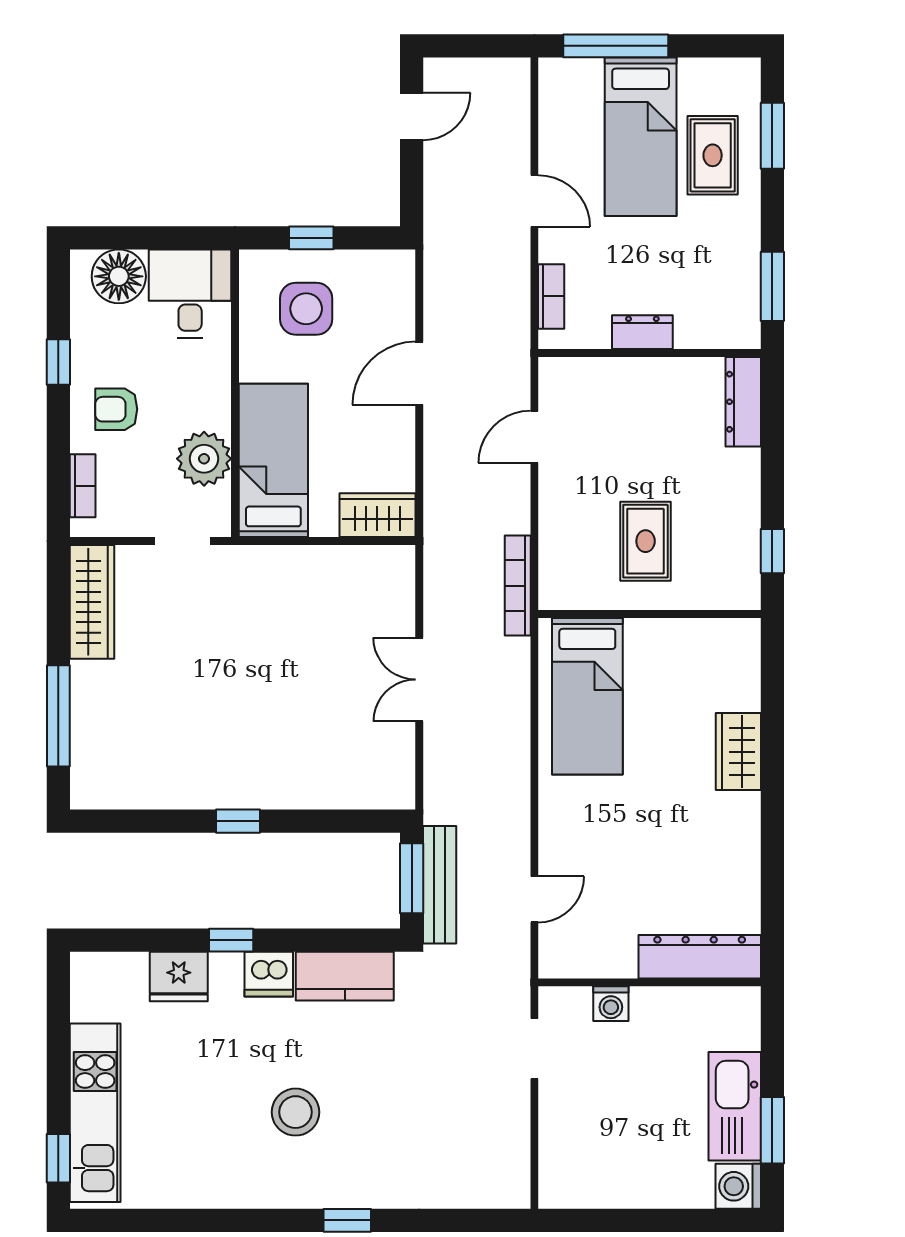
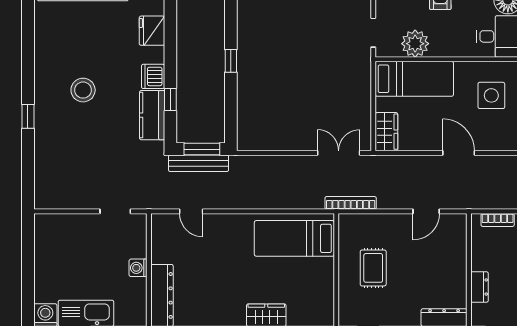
dresser: (642, 332) -> (479, 287), moved
door: (534, 437) -> (426, 211), swing flipped
rug: (646, 541) -> (373, 268), turned 90
double door: (419, 680) -> (339, 153), moved
window: (231, 940) -> (170, 99), moved
washing machine: (611, 1004) -> (138, 268), moved

